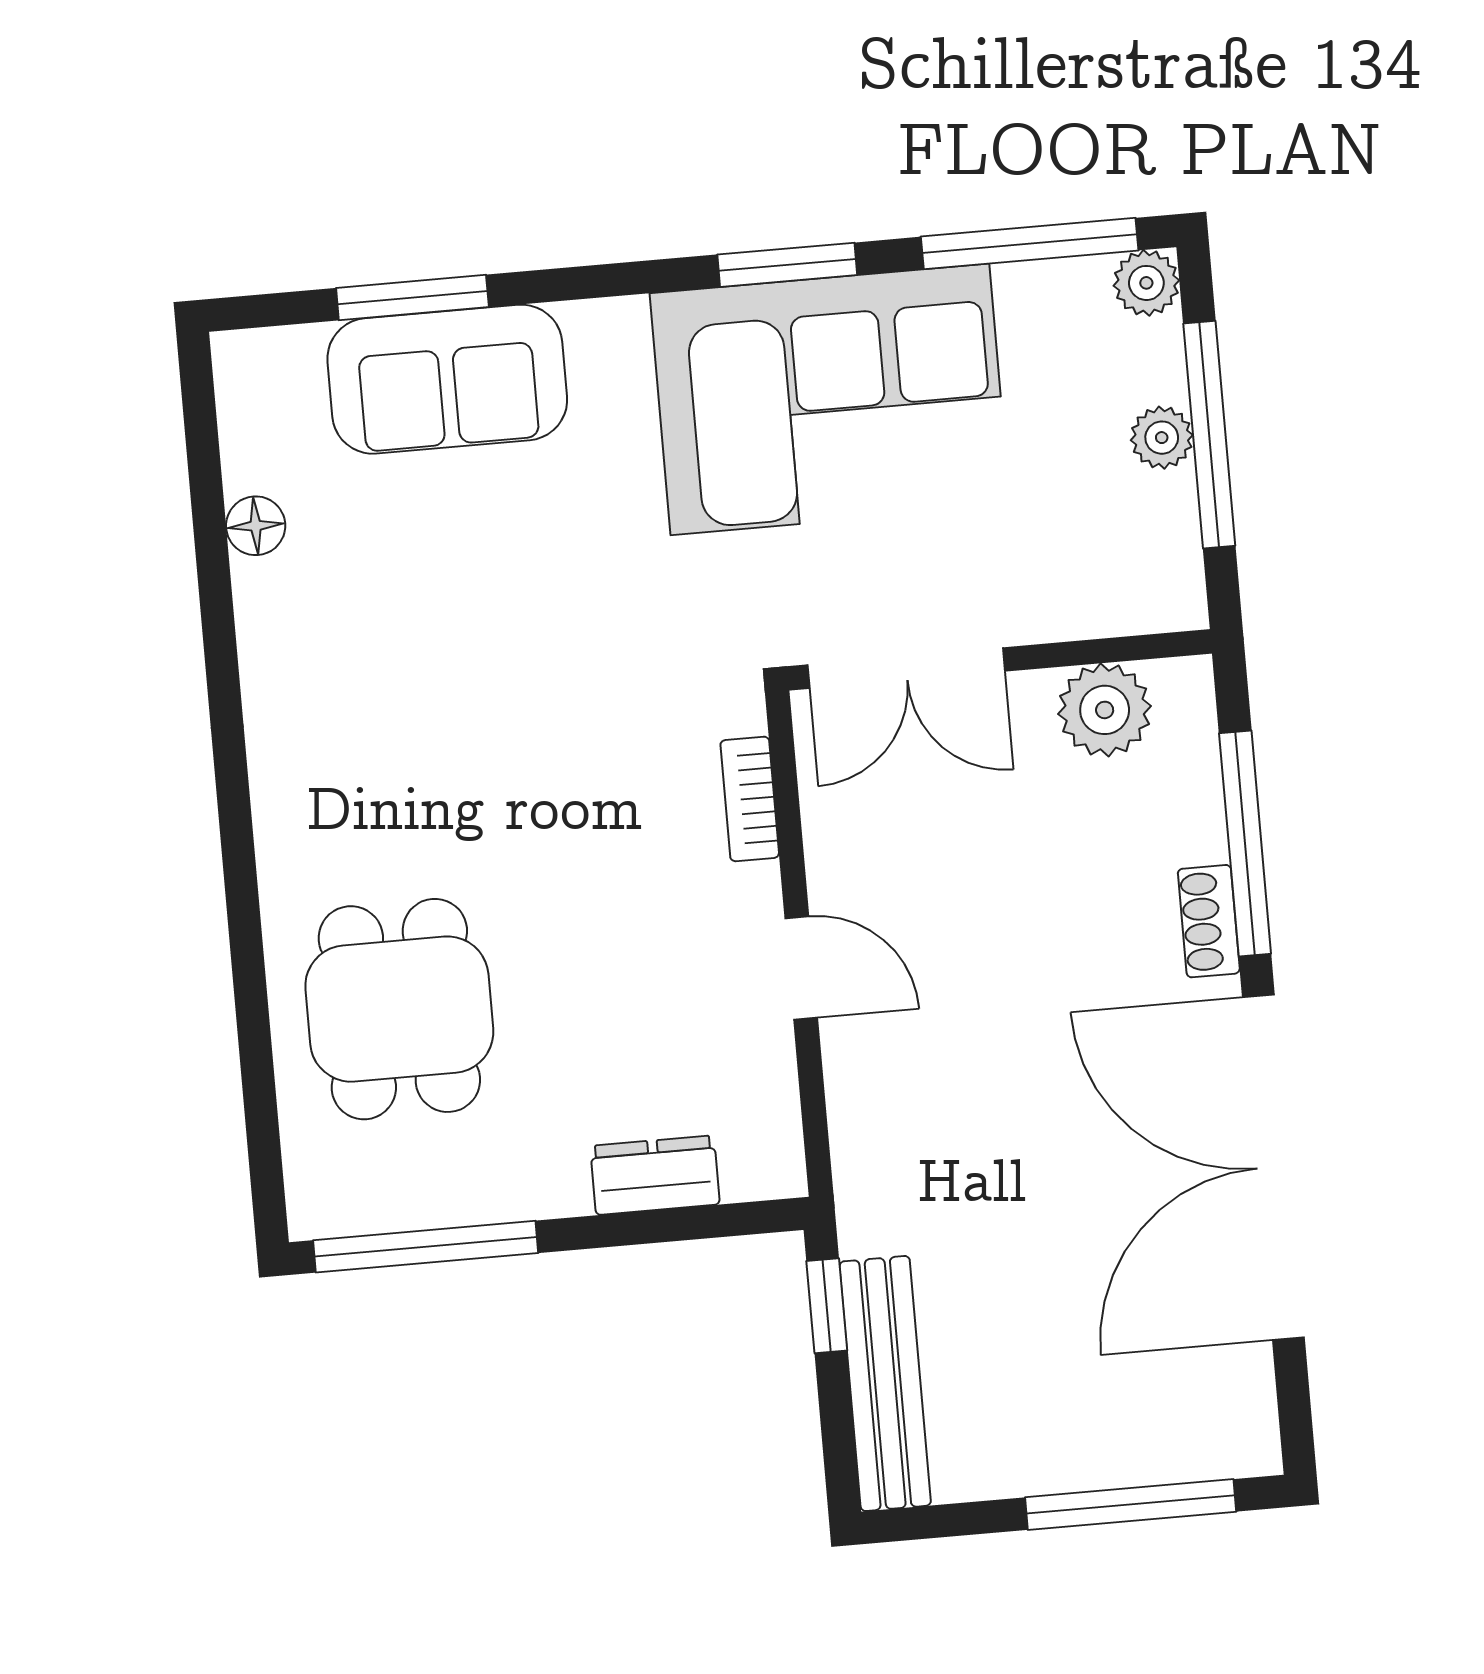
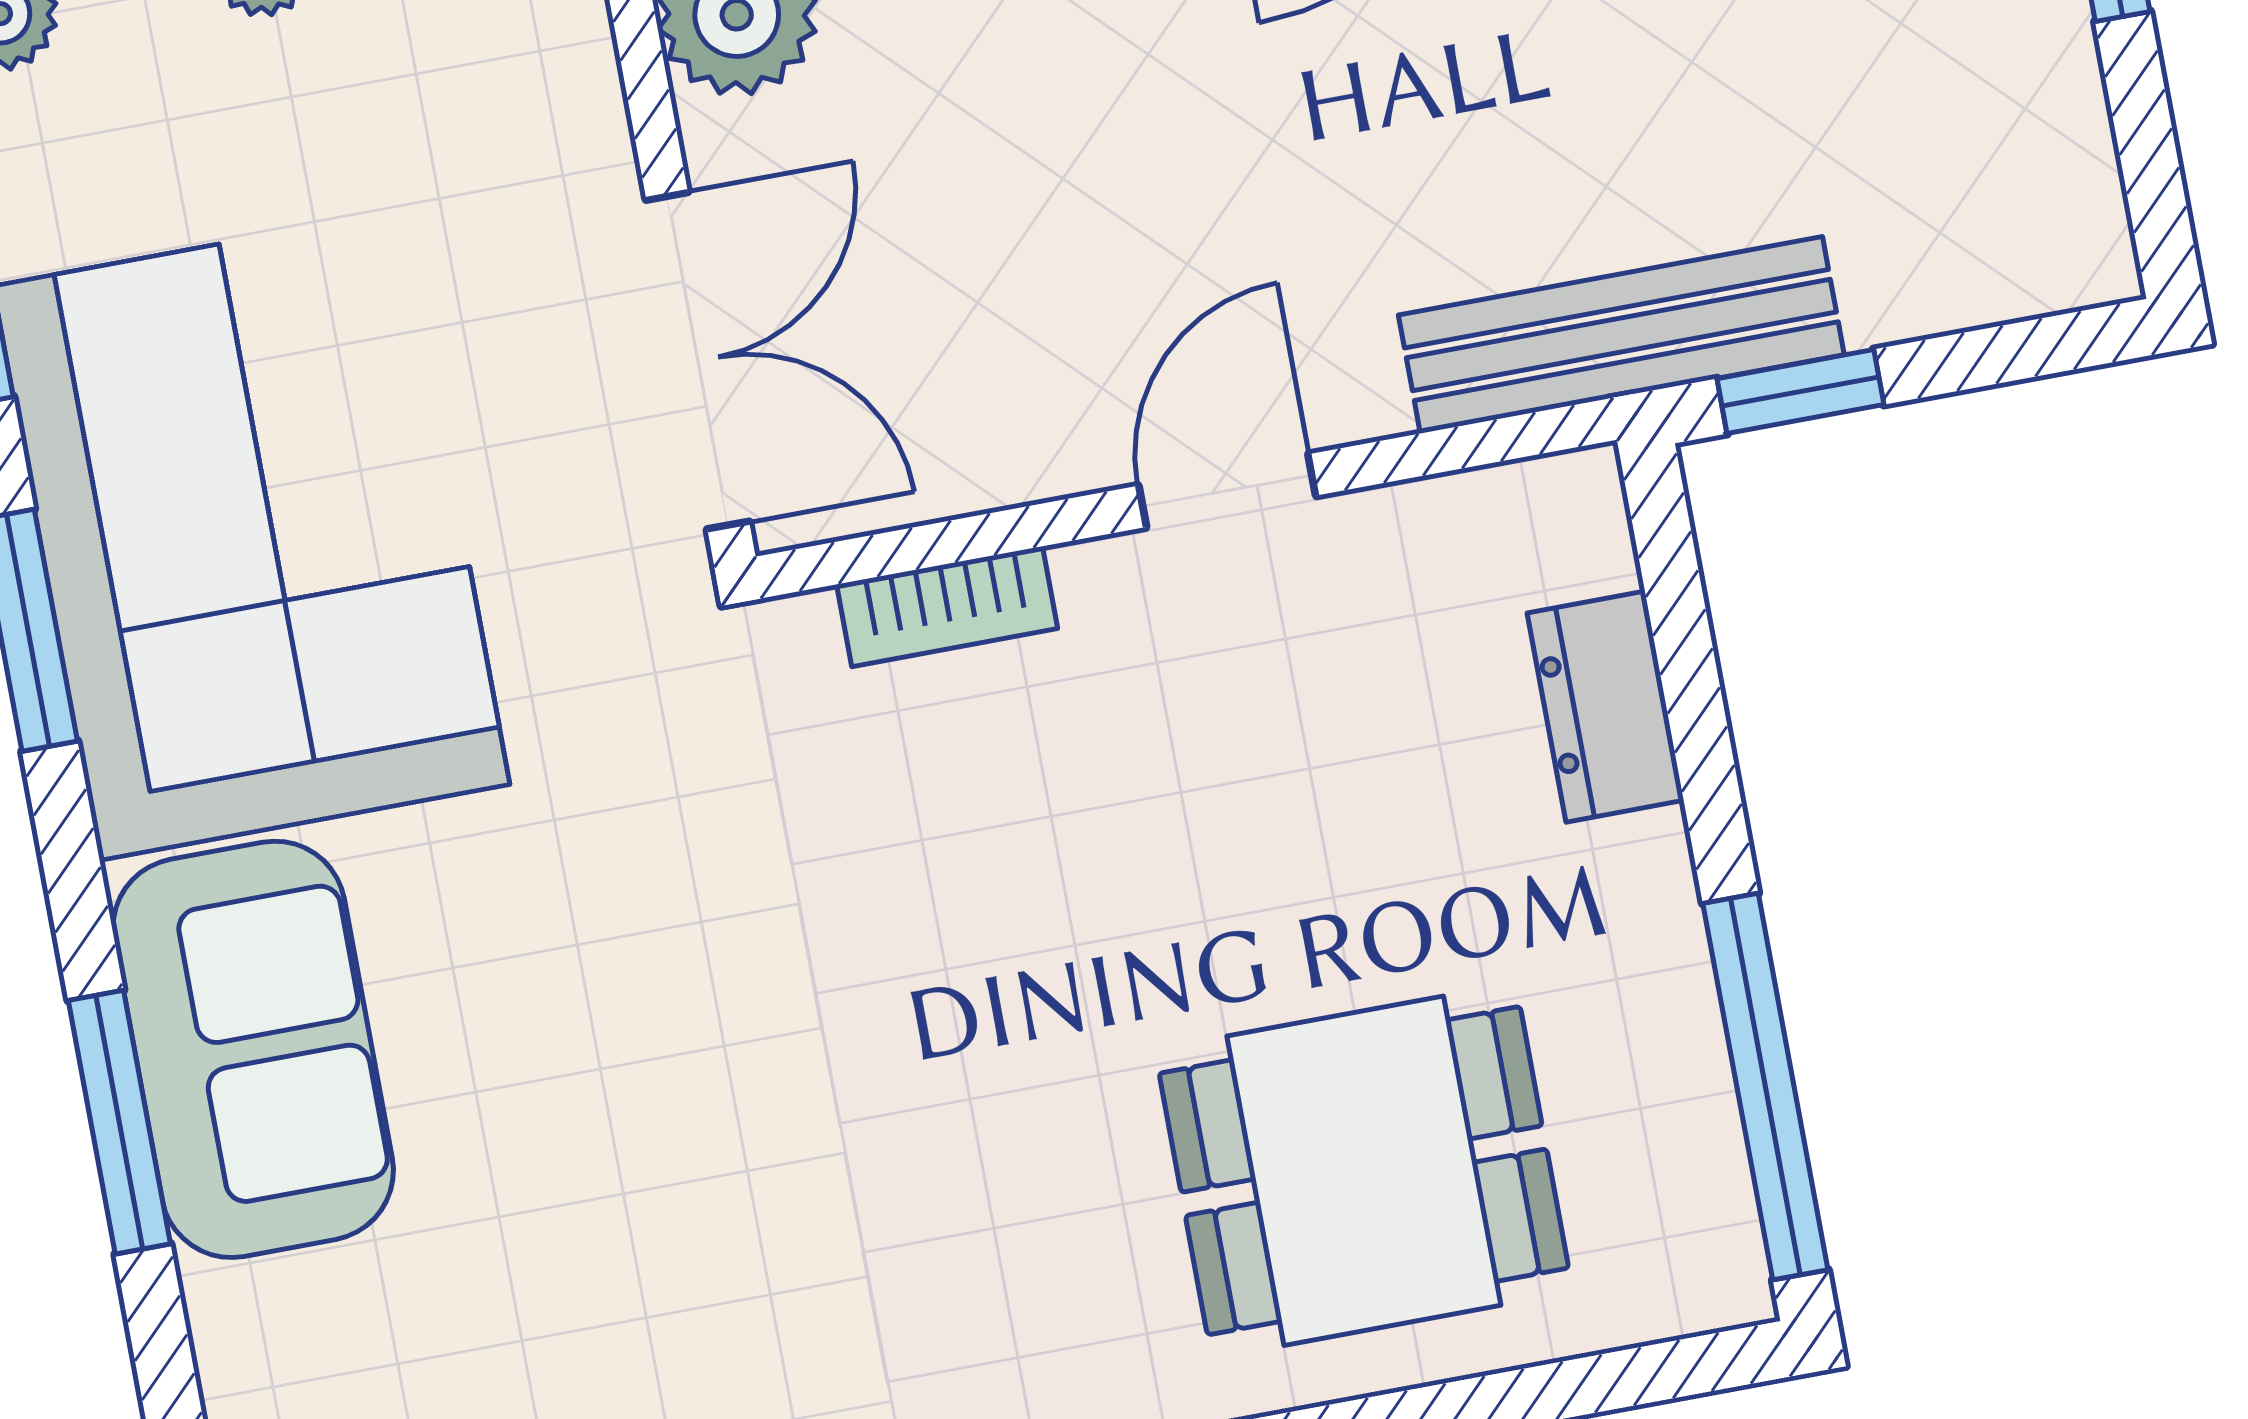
window: (412, 298) -> (119, 1122), moved
sofa: (447, 379) -> (253, 1049), moved
bench: (885, 1384) -> (1621, 335), moved

